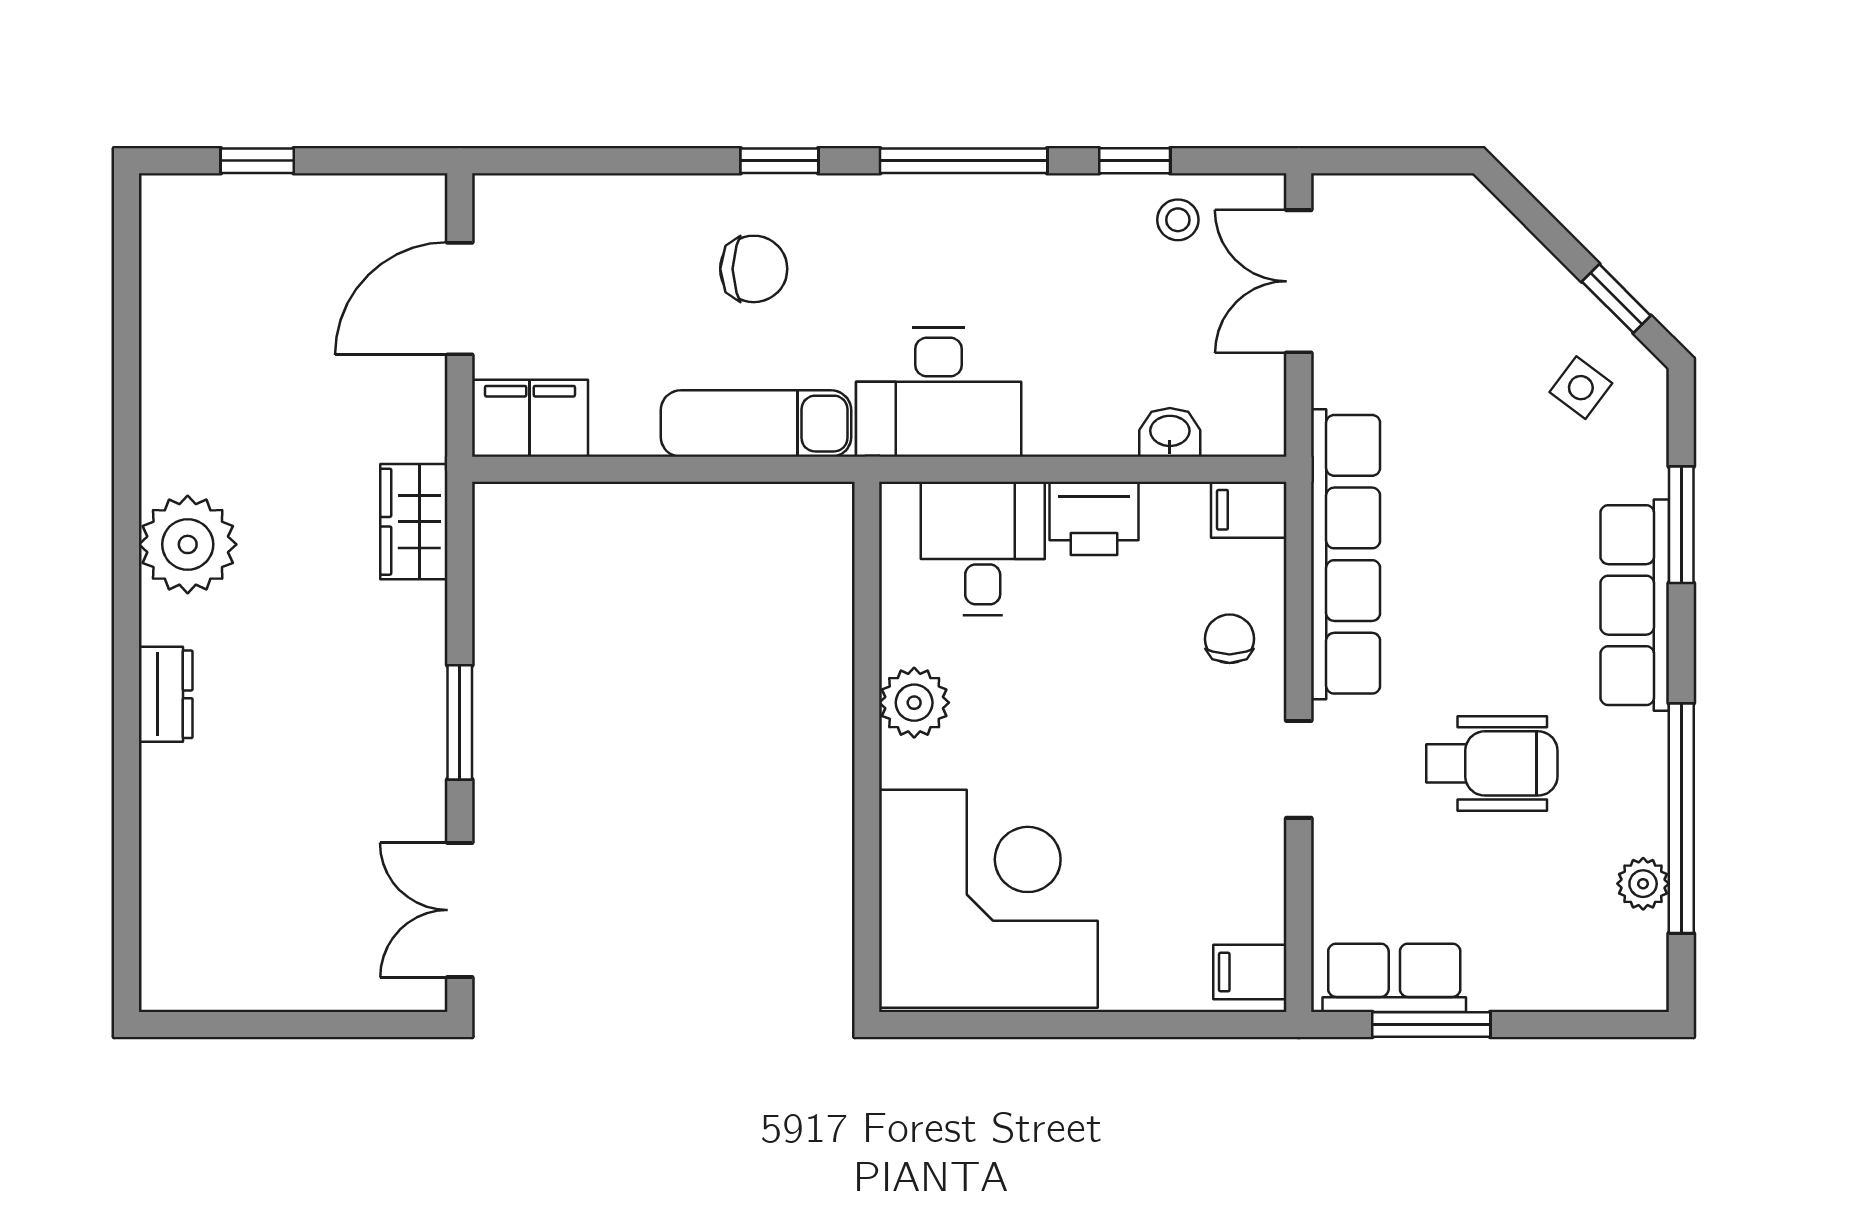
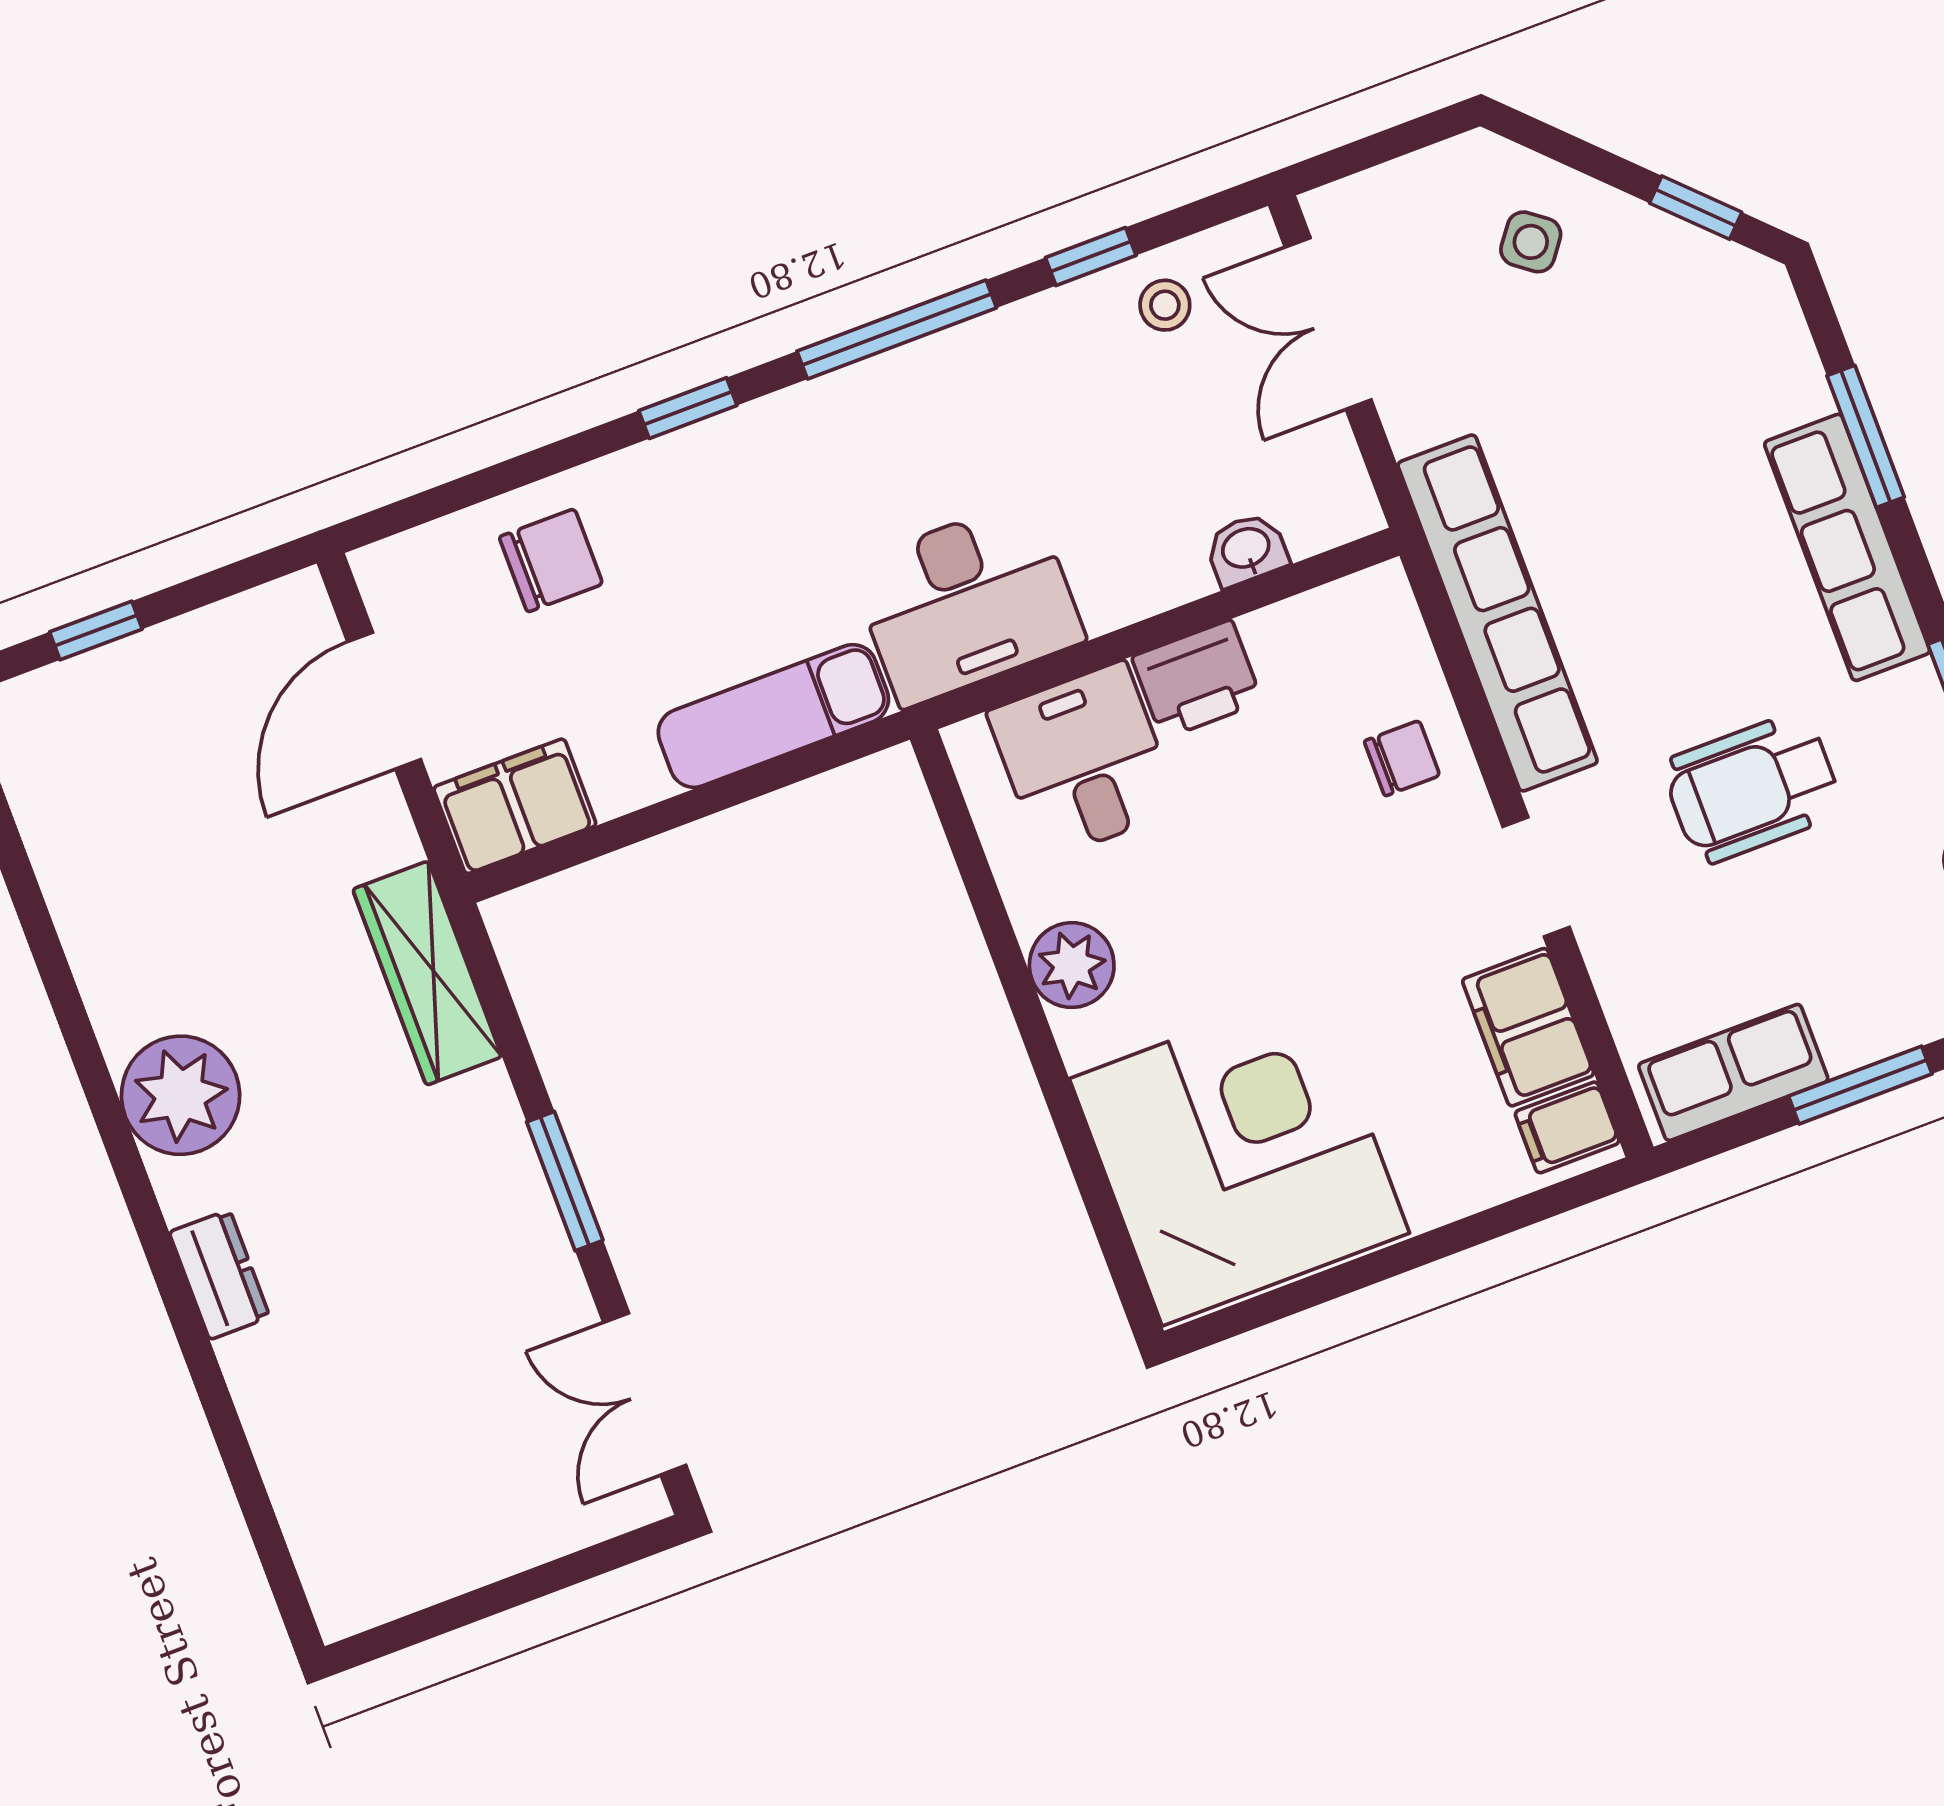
chair: (754, 269) -> (551, 560), moved
side table: (1581, 388) -> (1531, 242), moved
filing cabinet: (1249, 510) -> (1528, 1027), moved, width x2.00
wardrobe: (414, 522) -> (427, 973), width x1.50
chair: (1230, 639) -> (1402, 758), turned 90
wheelchair: (1492, 763) -> (1752, 788), turned 180
window: (1431, 1024) -> (1860, 1085), moved

